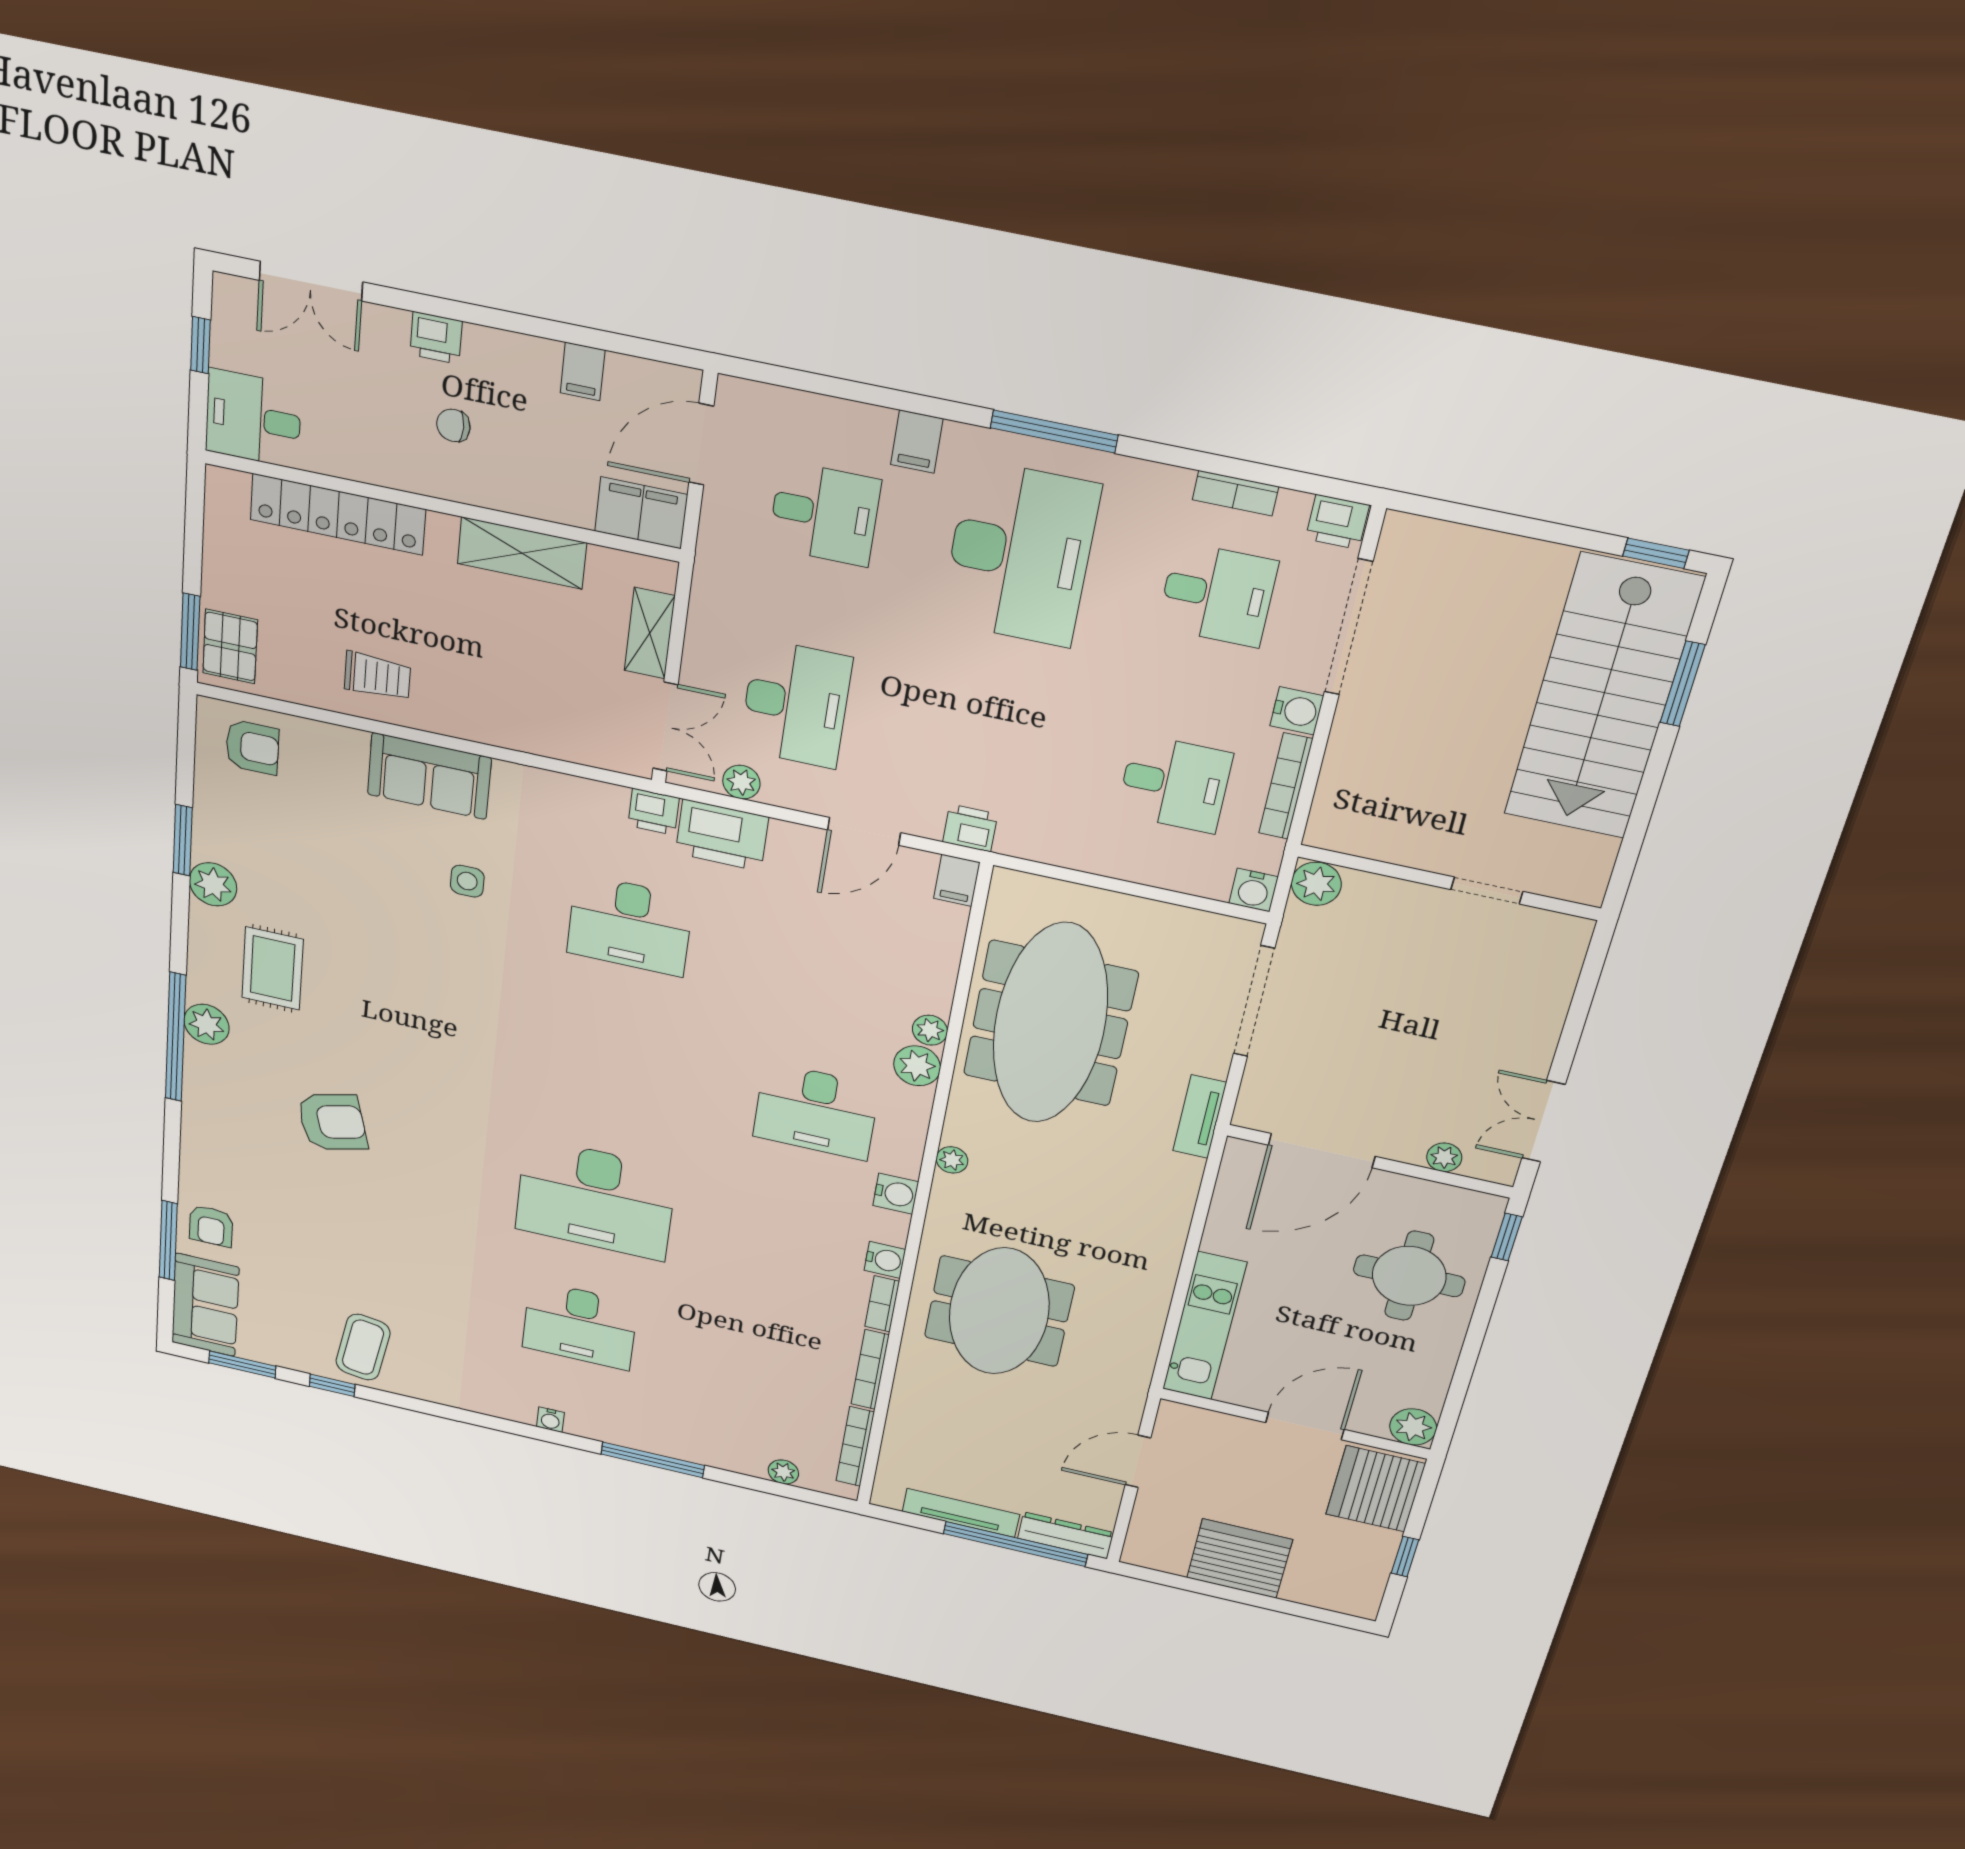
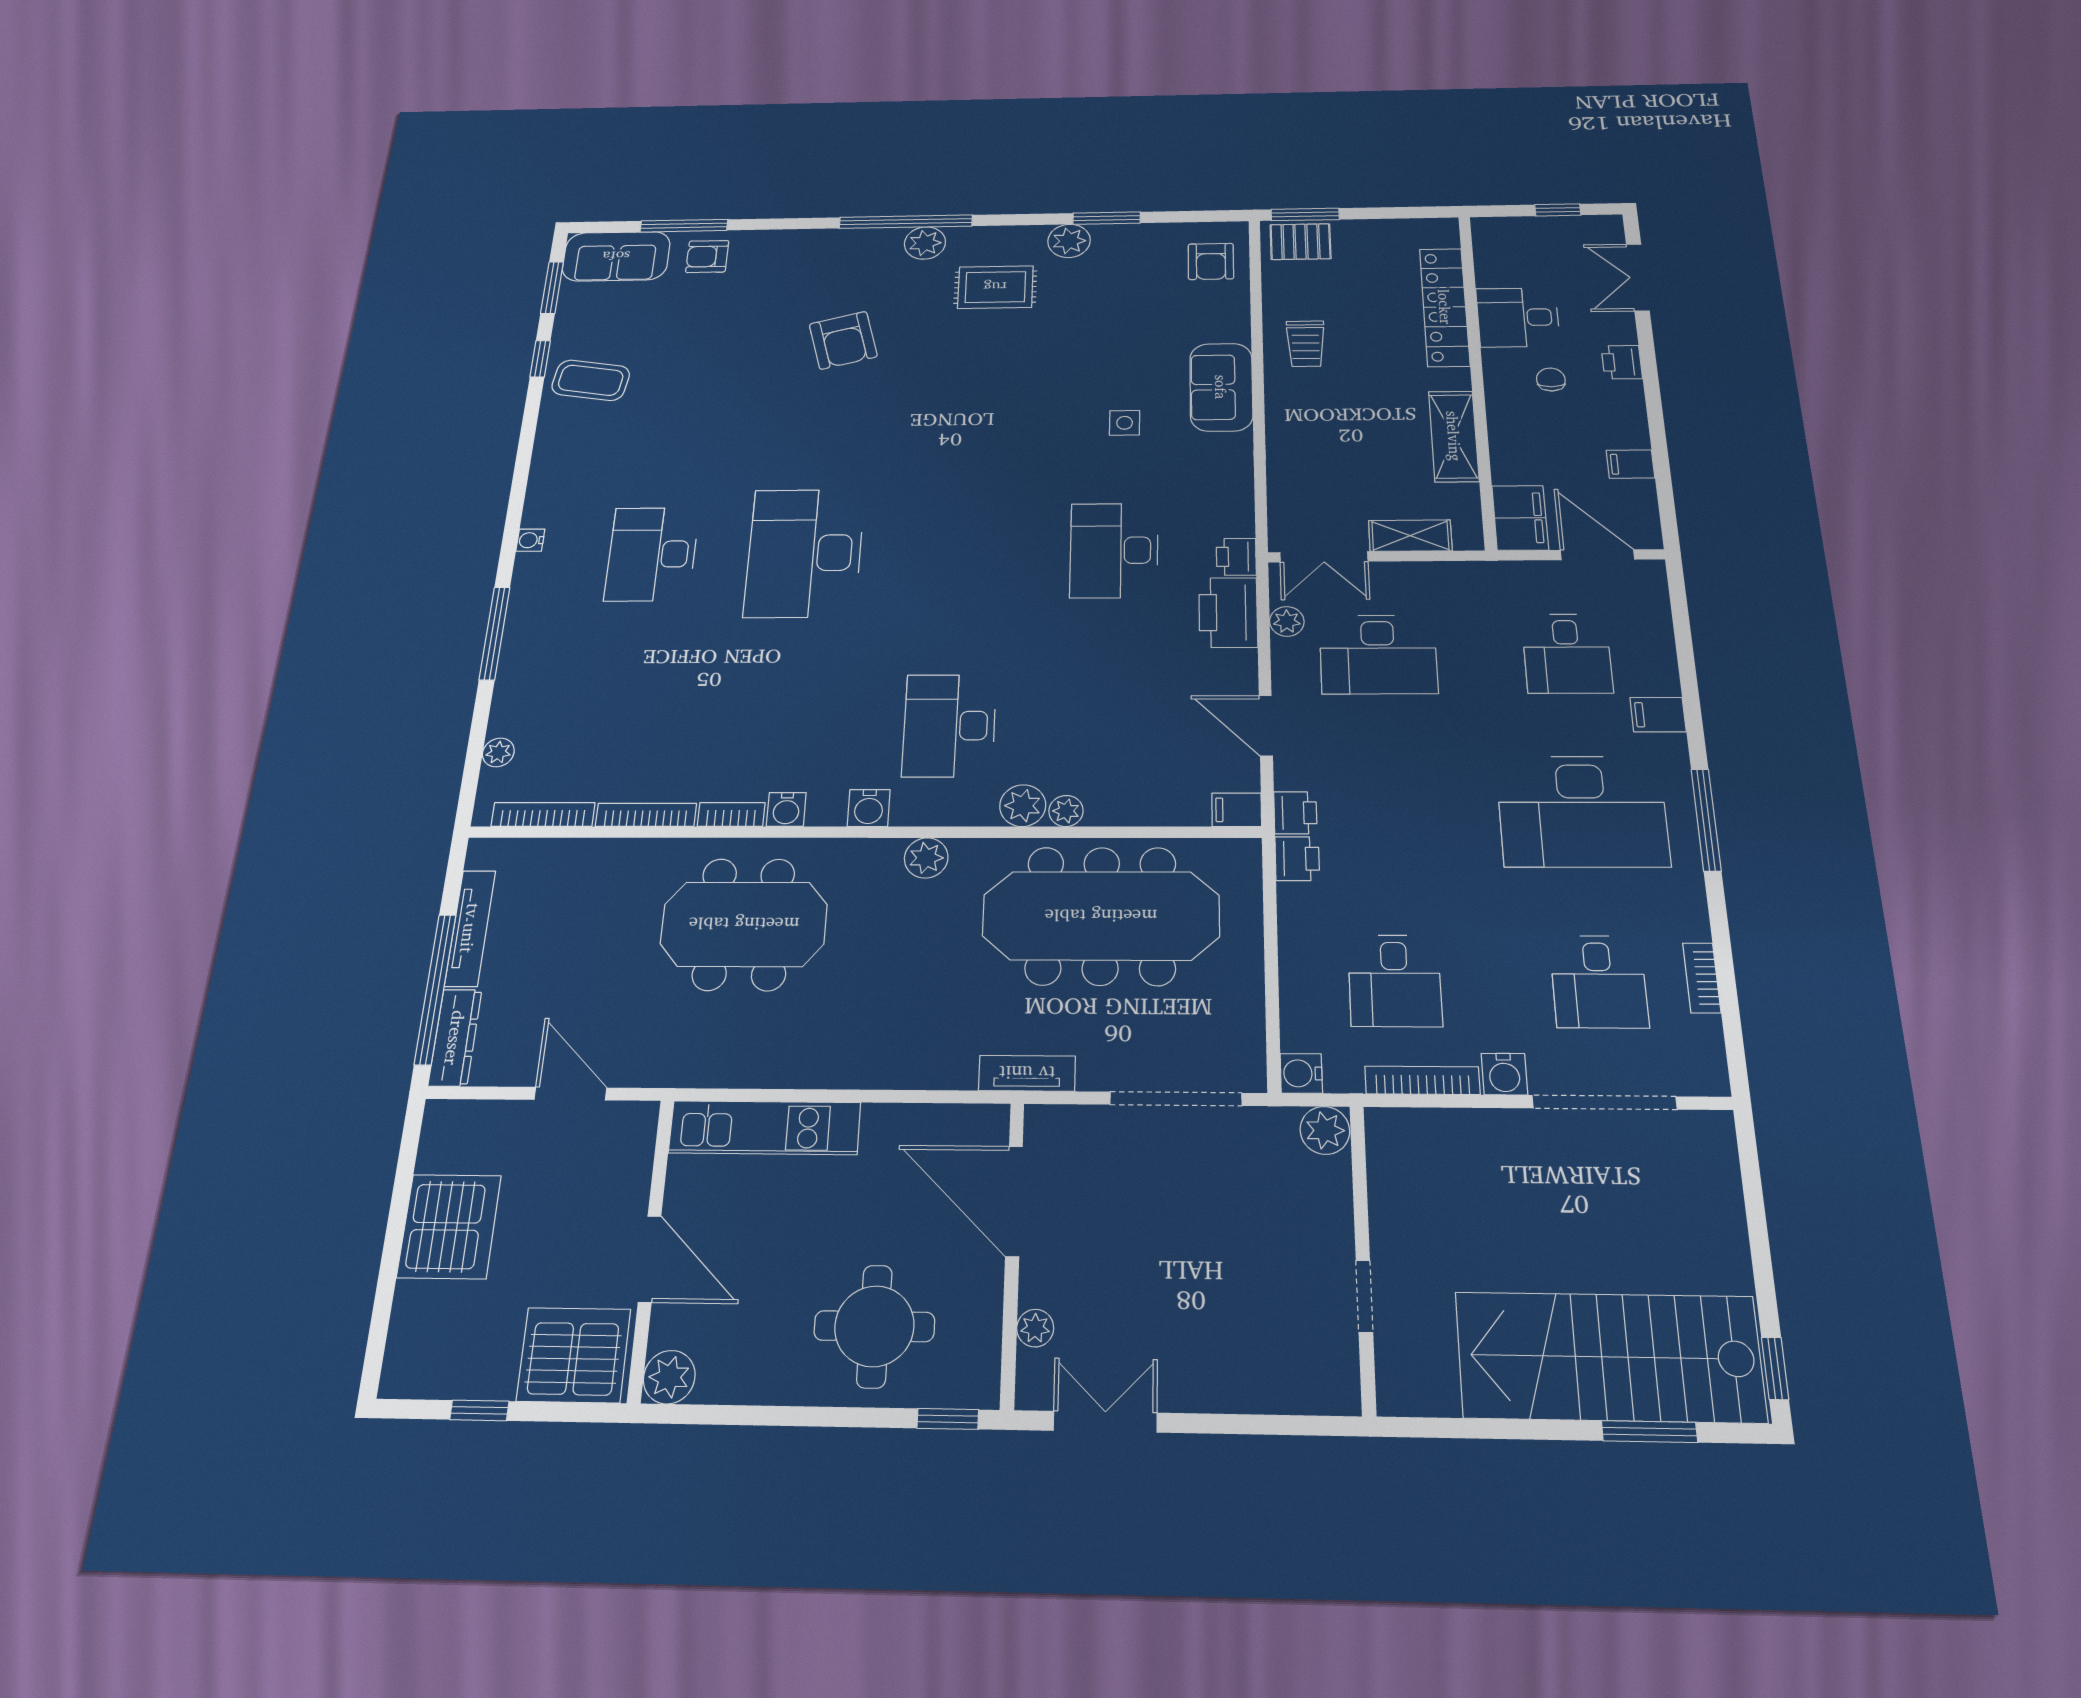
desk: (253, 418) -> (1518, 317), moved, turned -90
printer: (1337, 522) -> (1297, 859), moved, turned 180
plant: (952, 1160) -> (926, 858), width x1.38, depth x1.38

